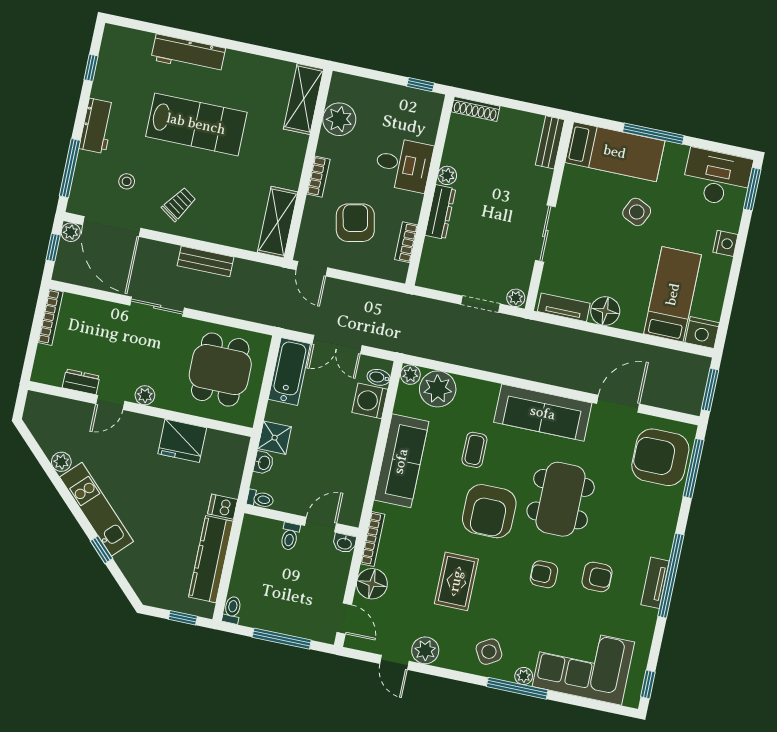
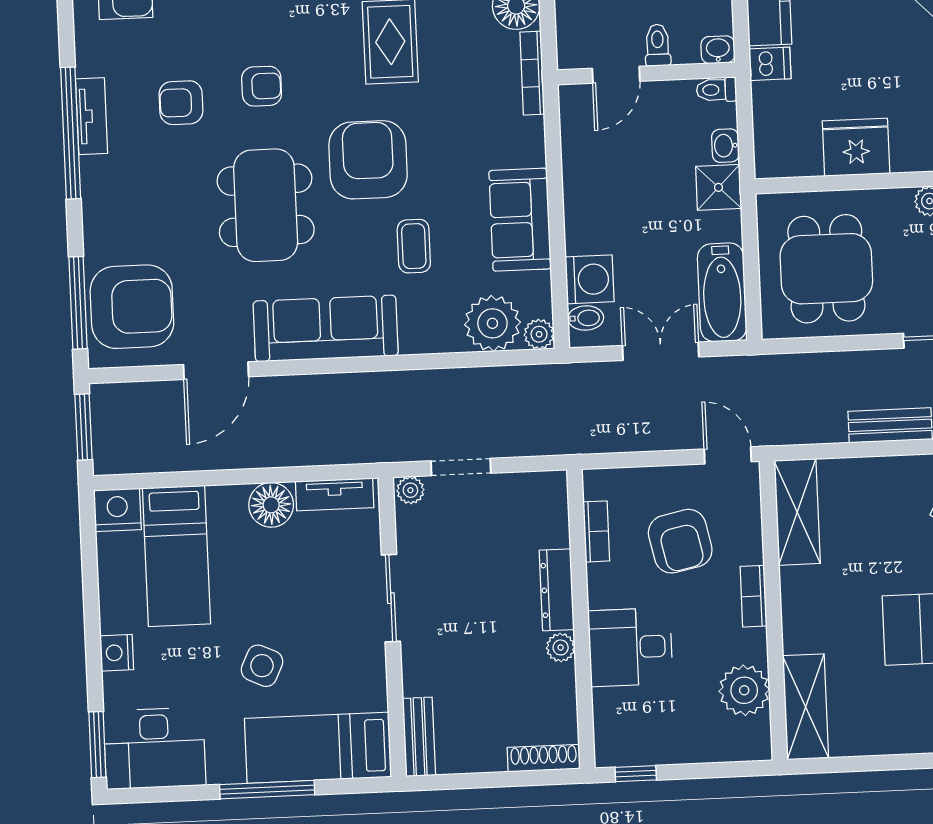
sofa: (401, 461) -> (520, 220), width x0.73
washbasin: (344, 543) -> (718, 50), moved

